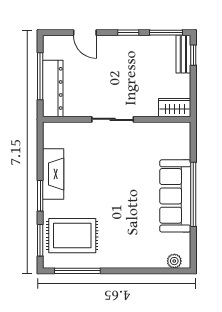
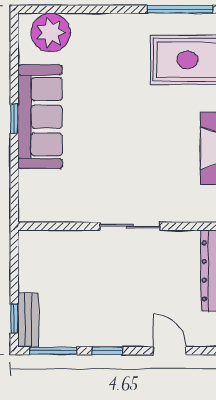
wardrobe: (175, 108) -> (41, 243), removed
window: (193, 194) -> (14, 119), width x0.32
plant: (174, 261) -> (51, 32), width x1.88, depth x1.88

